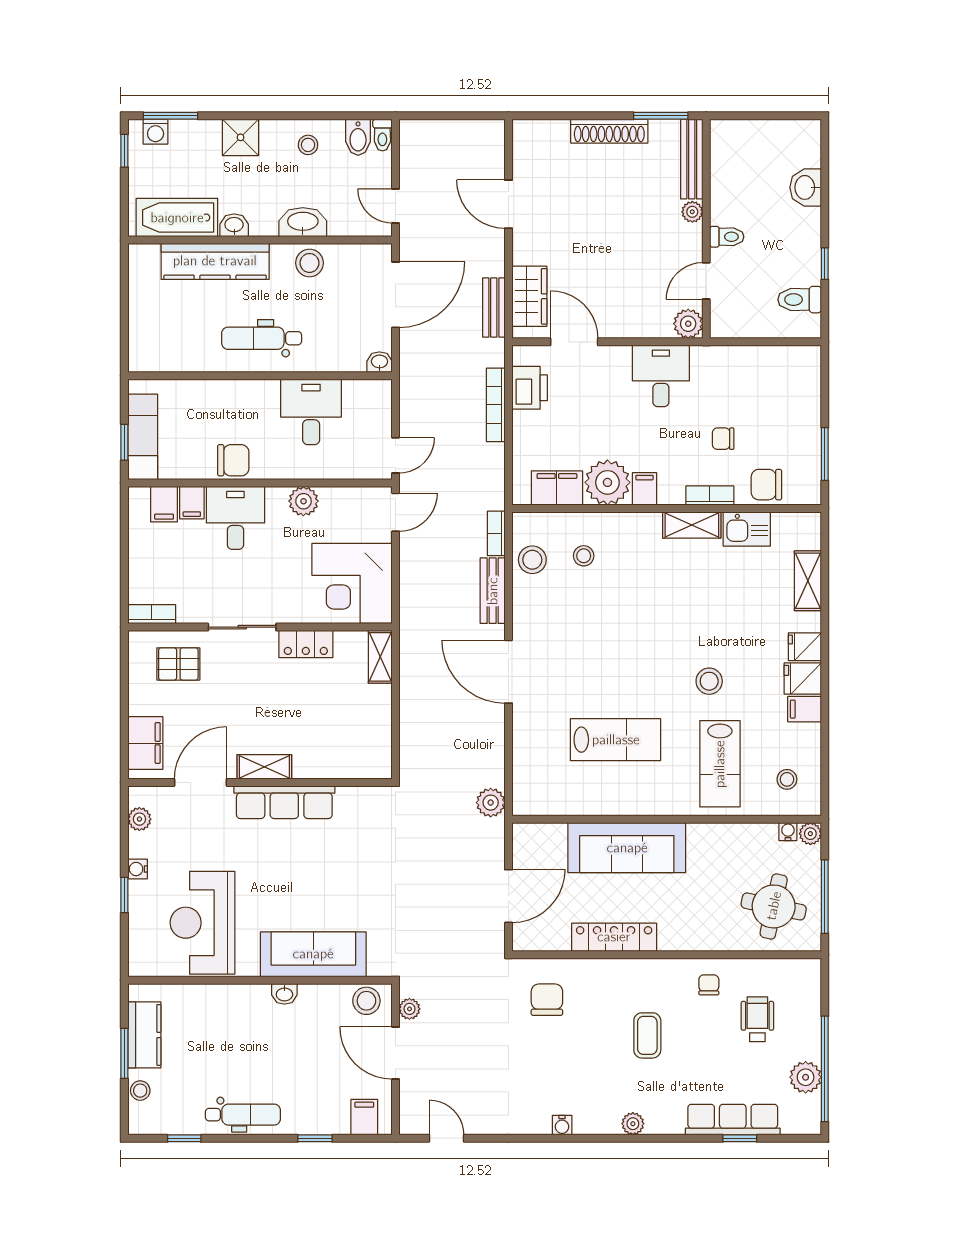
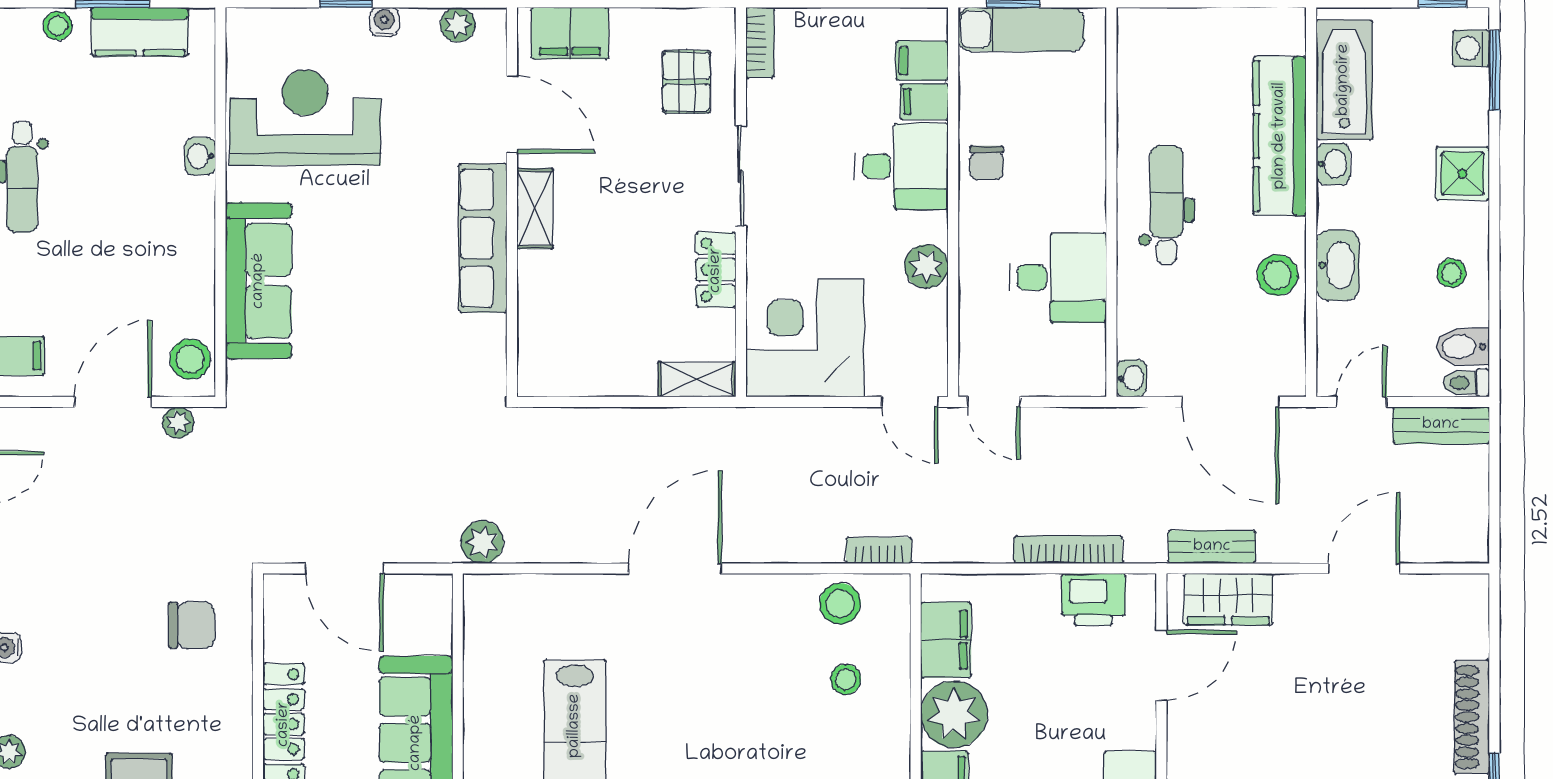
chair: (233, 460) -> (987, 163), width x0.73, depth x0.73
bench: (493, 591) -> (1441, 425), moved
washbasin: (284, 994) -> (200, 156), moved

